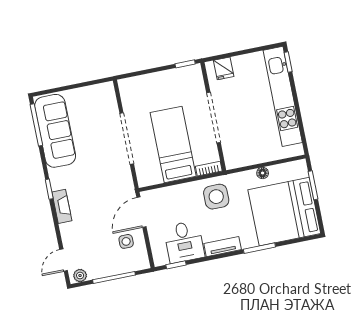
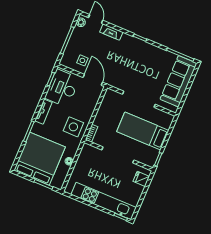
sofa: (55, 131) -> (179, 81), moved, turned 90
bed: (173, 144) -> (143, 131), moved, turned 180
fireplace: (62, 206) -> (111, 32), moved
desk: (184, 242) -> (62, 88), width x1.37

